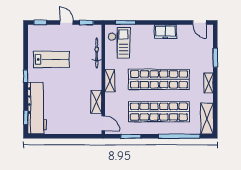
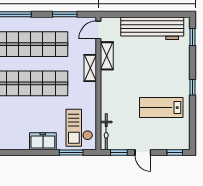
freezer: (165, 32) -> (43, 141), moved
bicycle: (97, 53) -> (106, 132), moved
shelving: (110, 81) -> (90, 68), moved
workbench: (37, 108) -> (152, 28), moved, turned -90
door: (103, 123) -> (98, 30), hinge flipped

